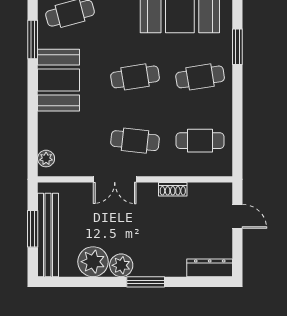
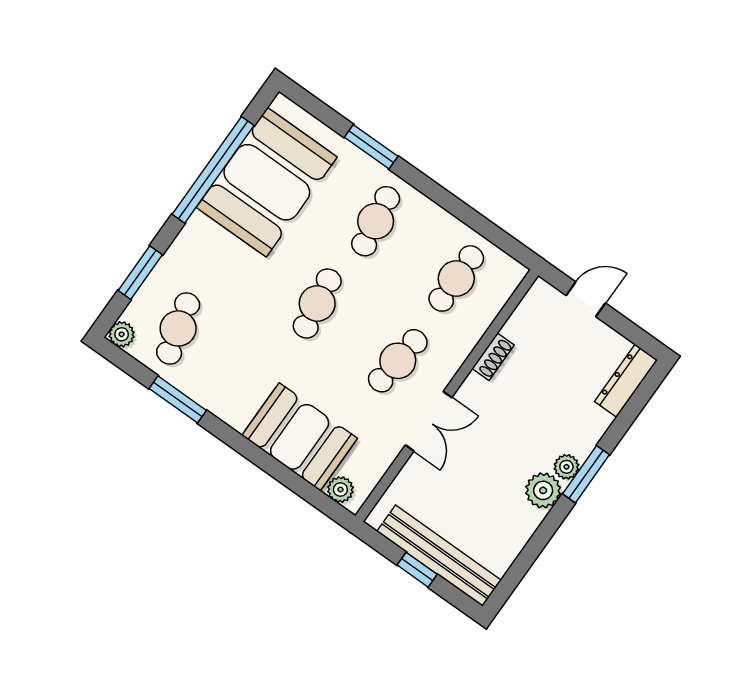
booth: (58, 80) -> (300, 437), moved
window: (33, 229) -> (417, 570), width x0.67
plant: (93, 262) -> (566, 467), moved, width x0.53, depth x0.53

